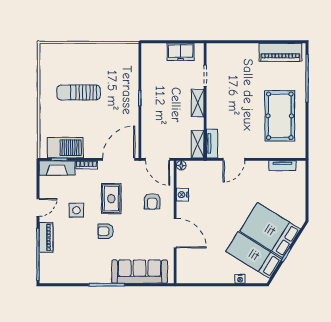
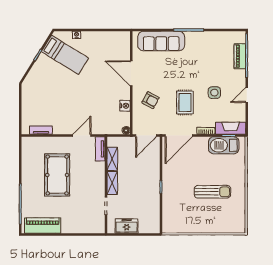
pool table: (280, 116) -> (57, 175), moved
shelving: (198, 144) -> (112, 159), moved
door: (157, 159) -> (146, 136), swing flipped
armchair: (152, 201) -> (151, 100), turned 118
bed: (270, 230) -> (51, 76), removed
armchair: (106, 231) -> (190, 75), removed
piano: (46, 237) -> (240, 56), moved

